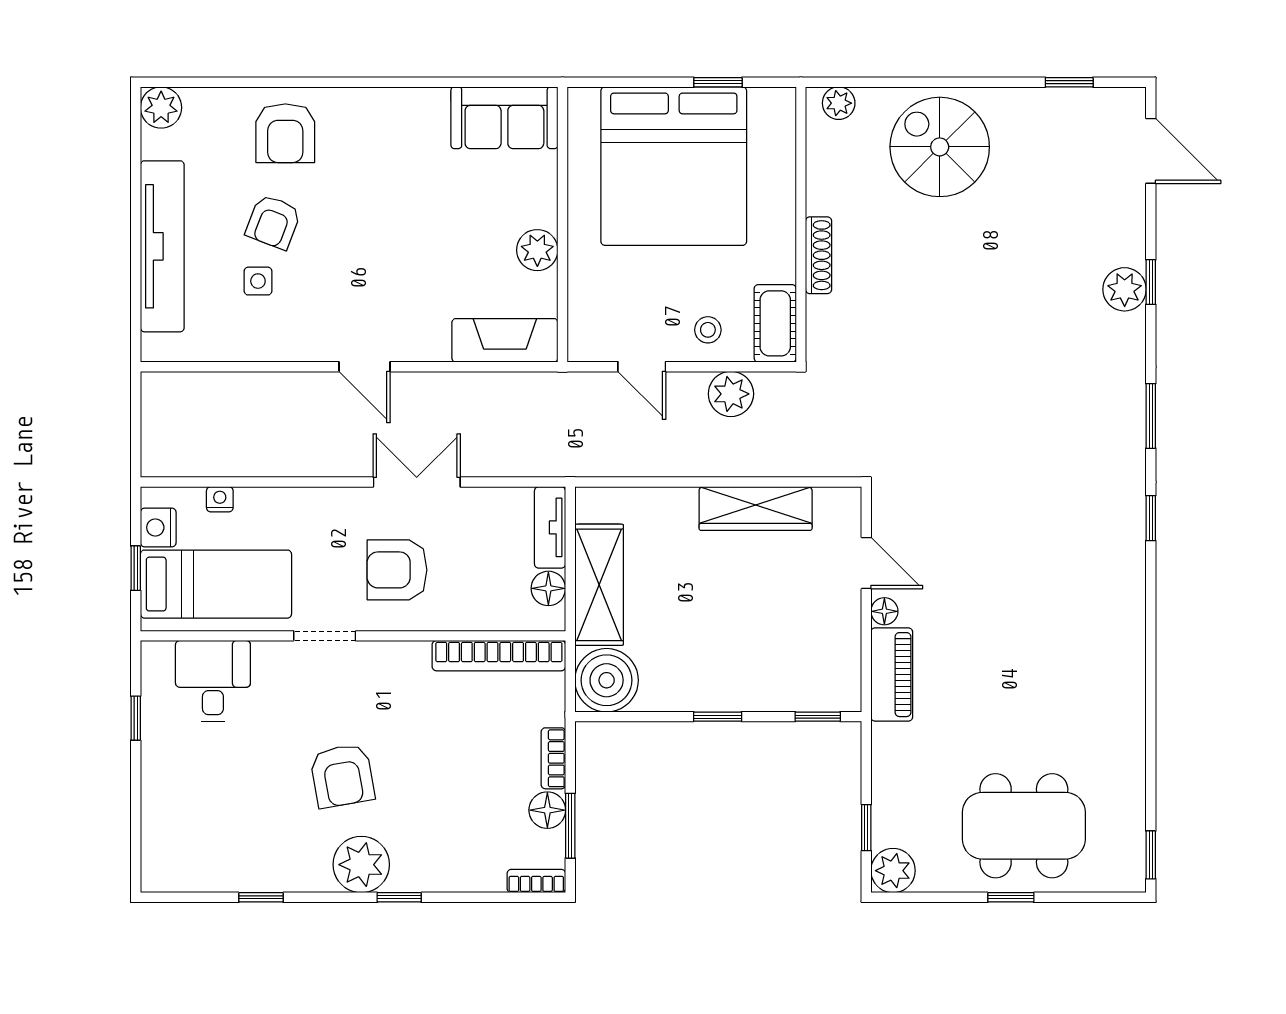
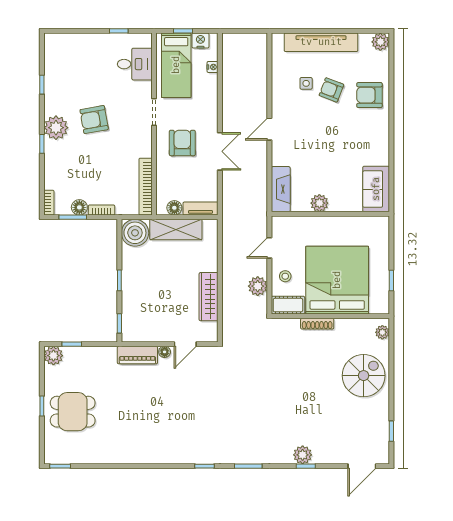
bed: (674, 166) -> (337, 280), moved, turned 90
dining table: (1024, 826) -> (73, 412), width x0.73

